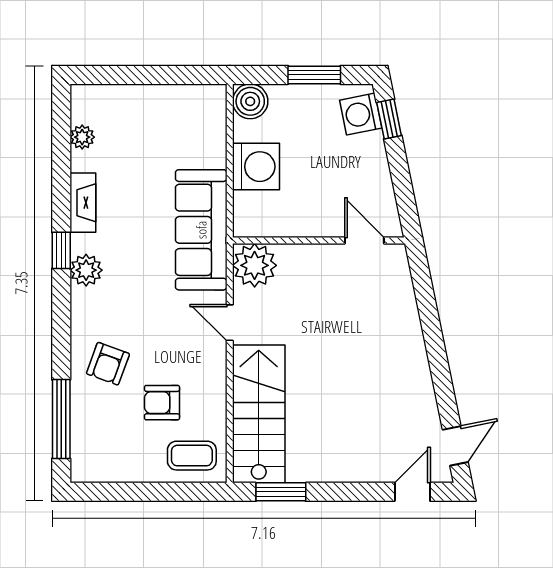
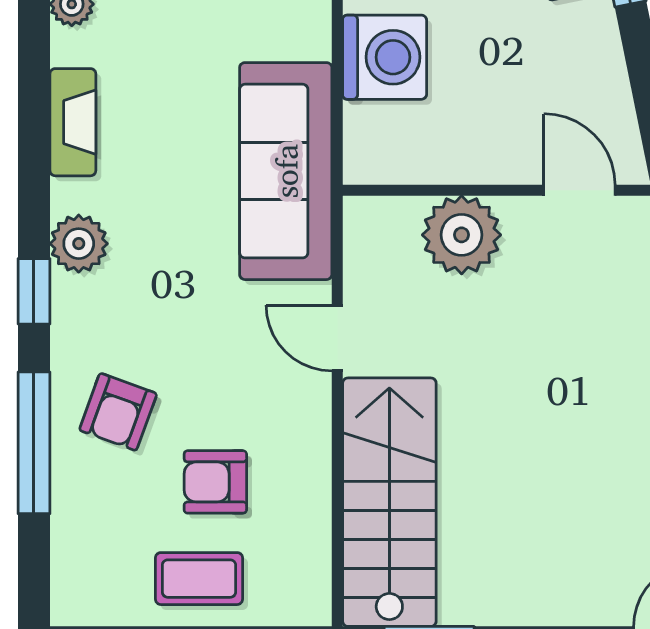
window: (61, 250) -> (34, 291), moved
plant: (255, 265) -> (462, 235), moved
window: (61, 419) -> (34, 443), moved
coffee table: (192, 456) -> (199, 579), moved

